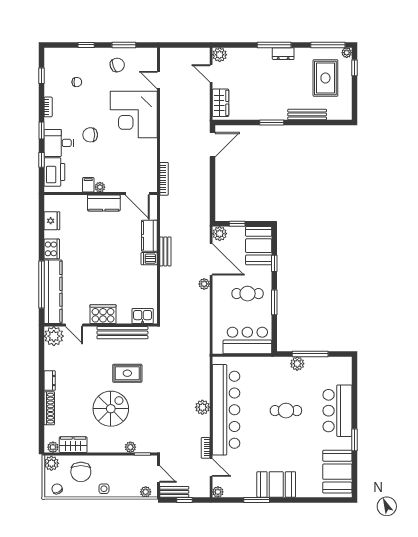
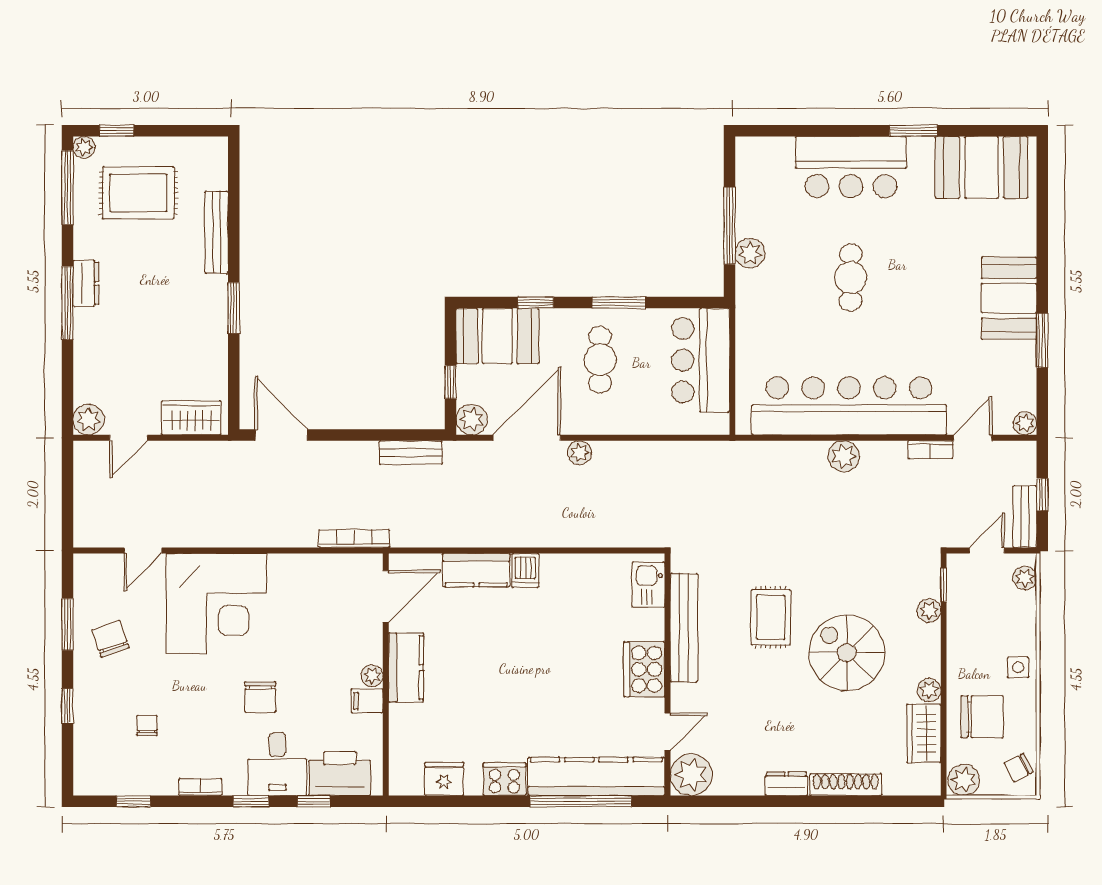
bench: (165, 251) -> (411, 453), moved
plant: (53, 447) -> (929, 690), moved

